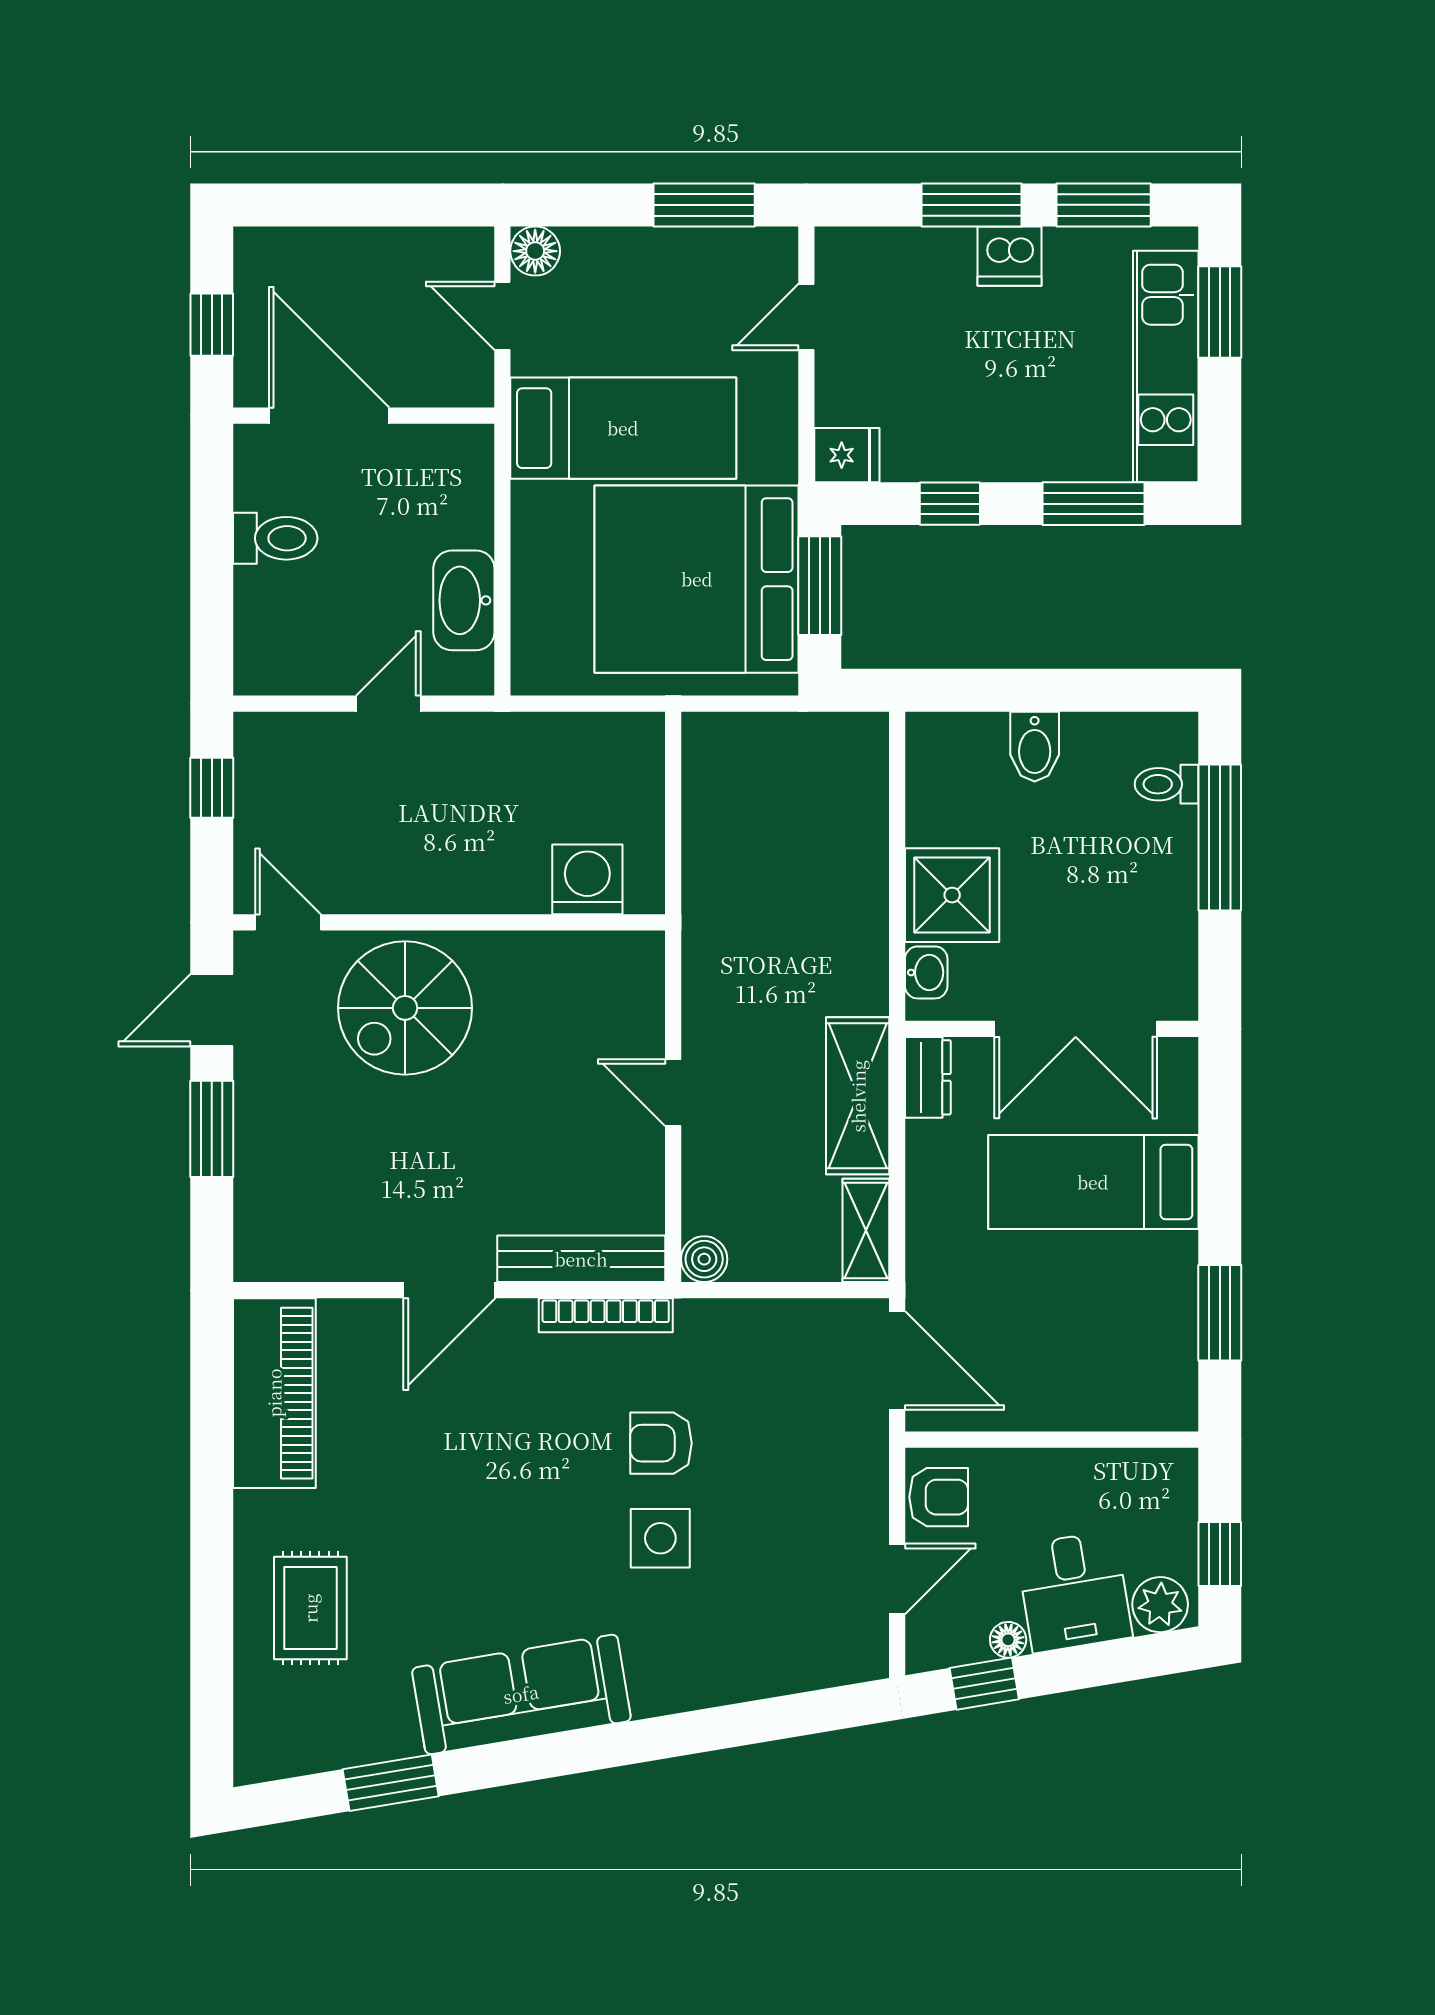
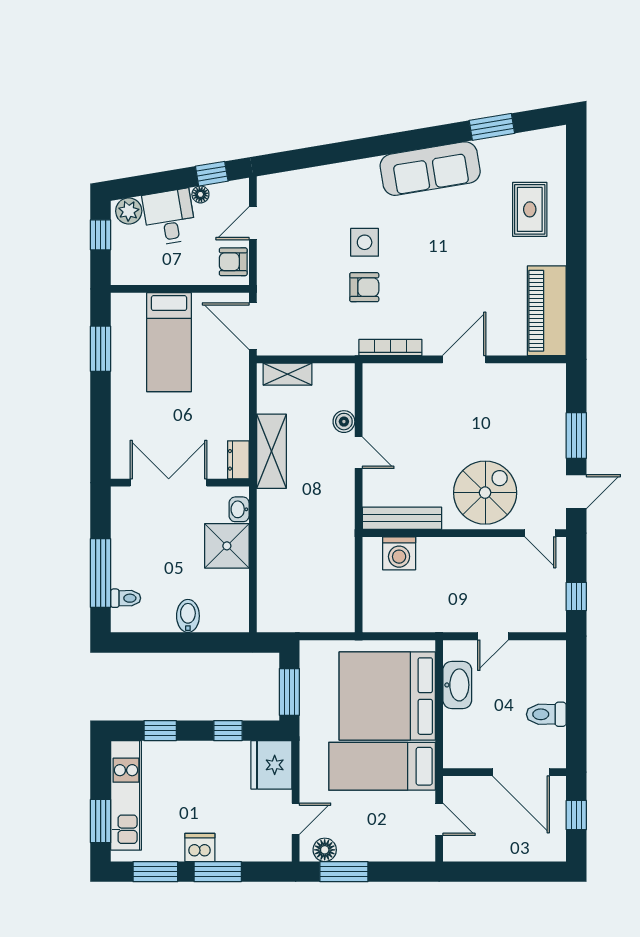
floor lamp: (535, 251) -> (325, 850), moved
fridge: (847, 455) -> (271, 765), width x1.88, depth x1.34
window: (1094, 504) -> (160, 731), width x0.67
bed: (697, 579) -> (387, 696), moved, turned 180
bed: (1093, 1182) -> (169, 342), moved, turned 90
shelving: (866, 1230) -> (288, 374), moved, turned 90
bench: (581, 1259) -> (402, 518), moved
boiler: (704, 1259) -> (344, 422), moved

